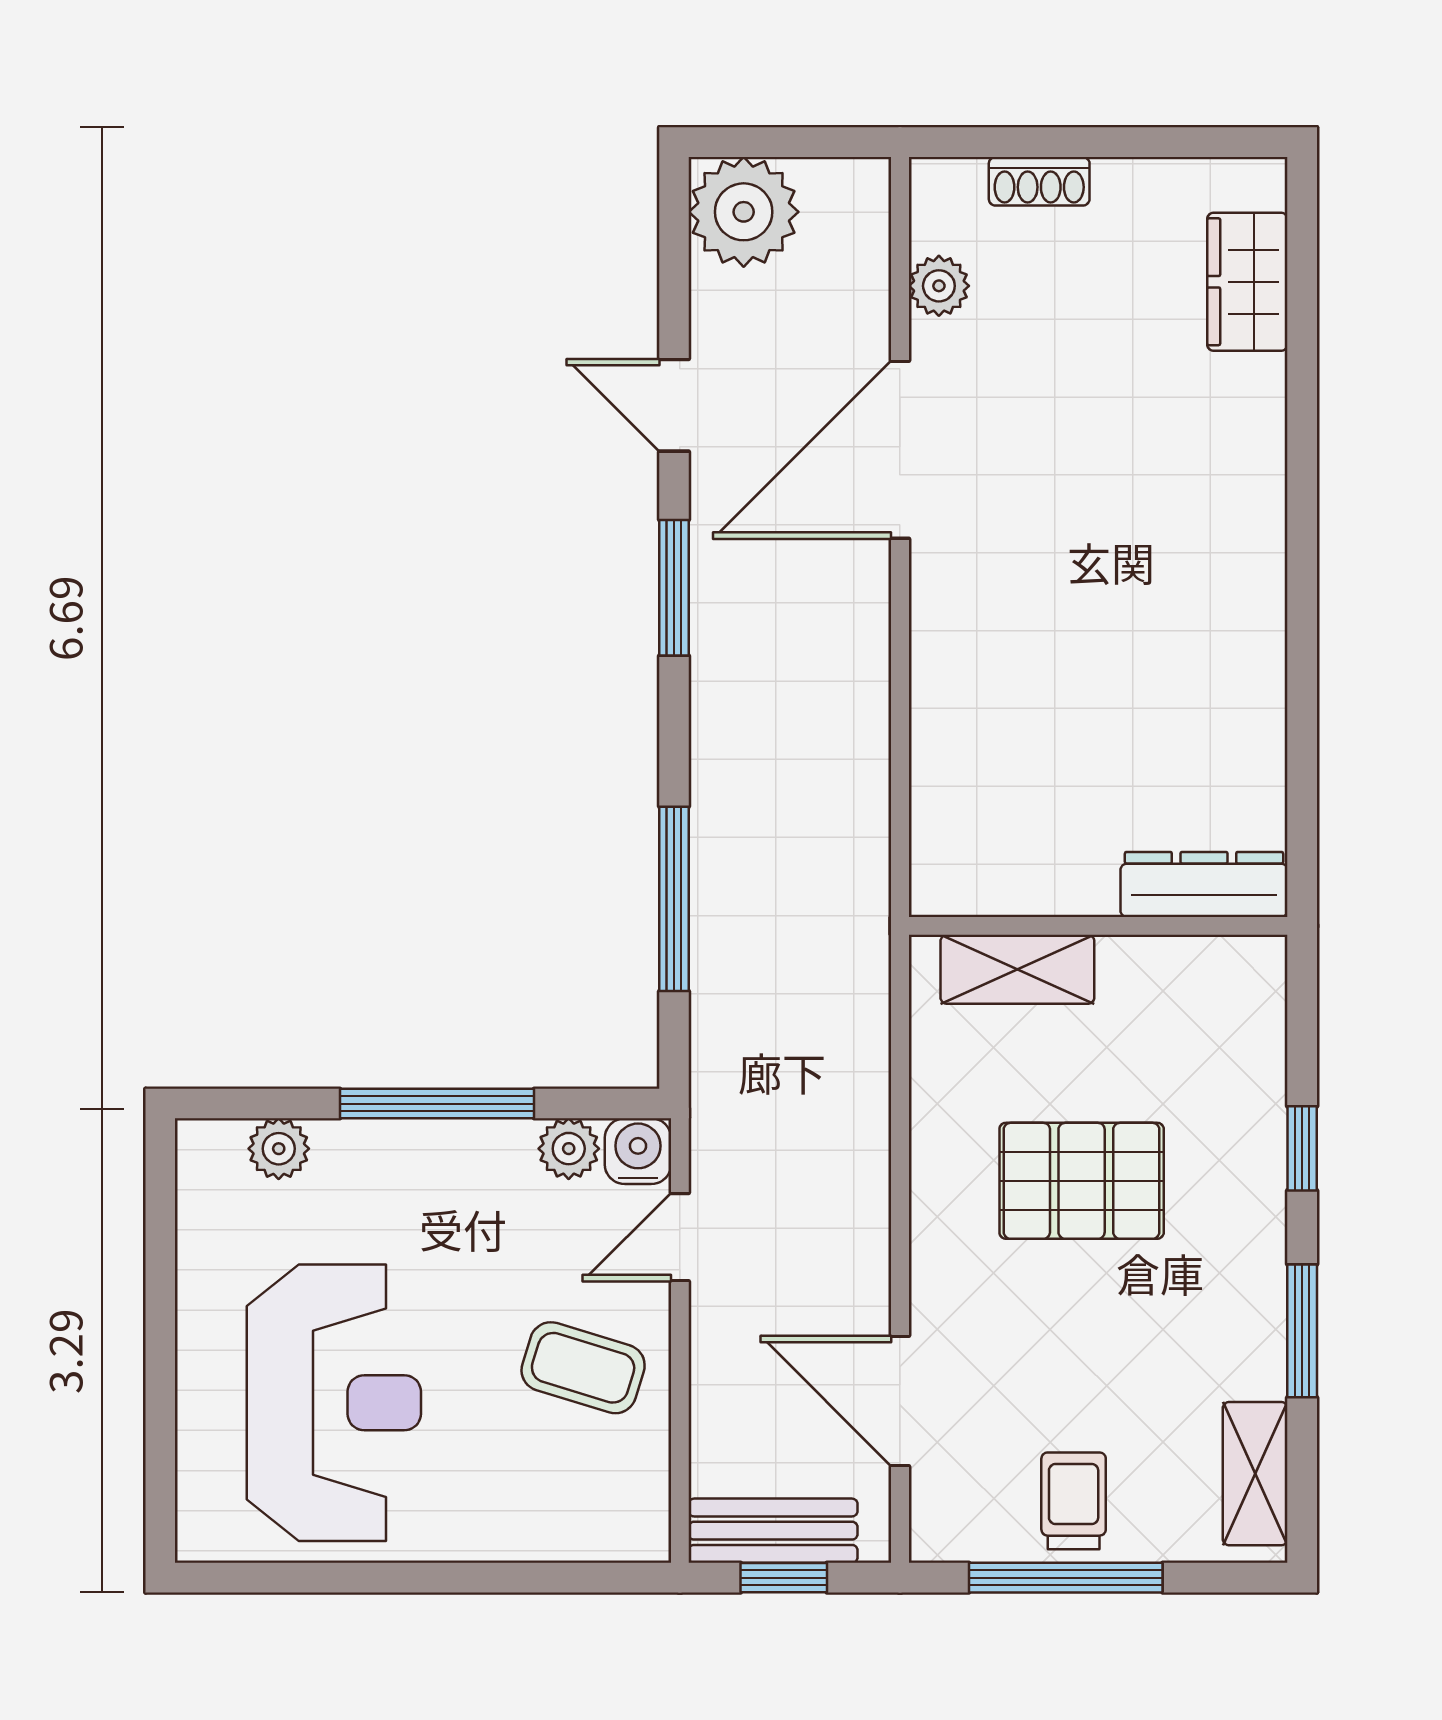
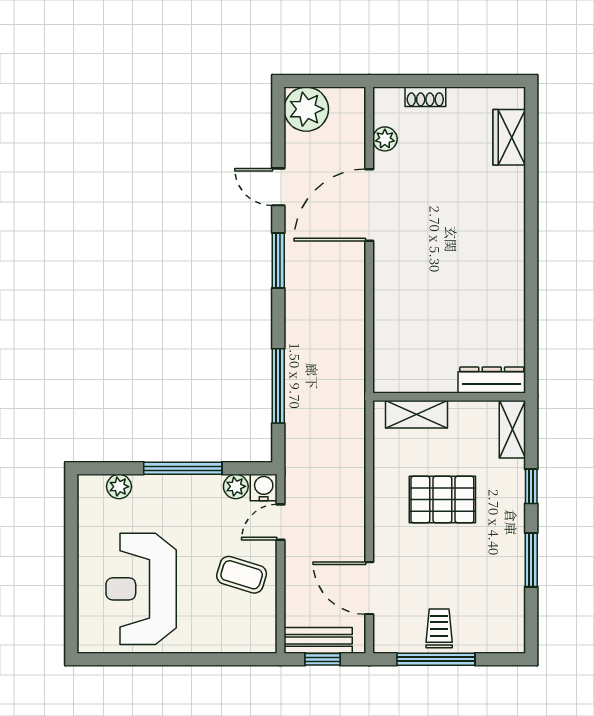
reception desk: (334, 1403) -> (141, 589), turned 180
shelving: (1255, 1474) -> (512, 429), moved

